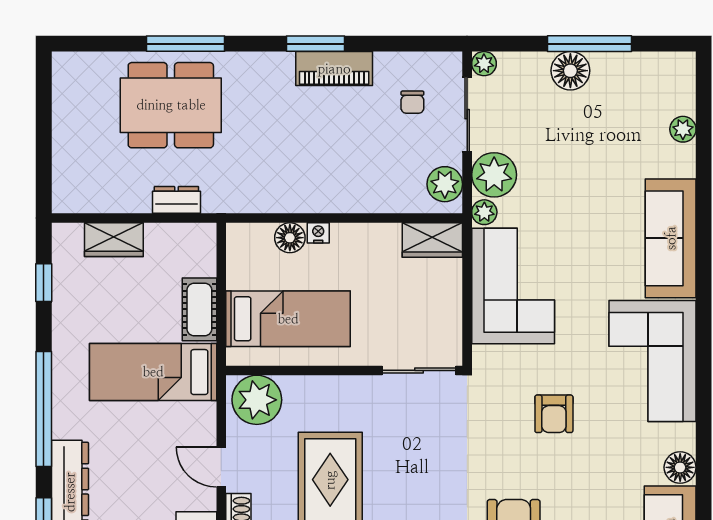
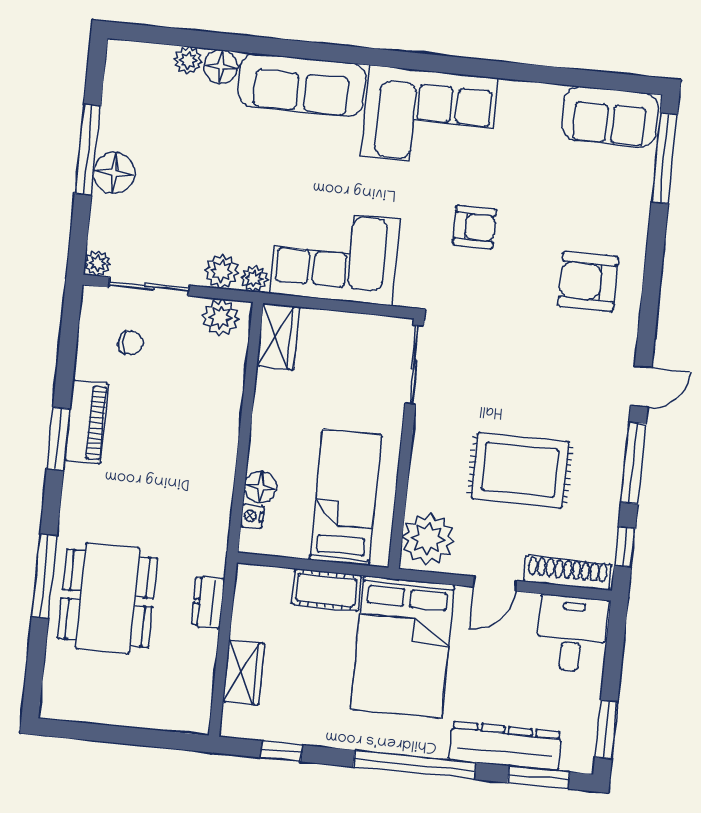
plant: (494, 175) -> (222, 271), width x0.73, depth x0.73
nightstand: (318, 233) -> (252, 516), moved
bed: (153, 372) -> (402, 647), width x1.50
floor lamp: (680, 467) -> (221, 67), moved

